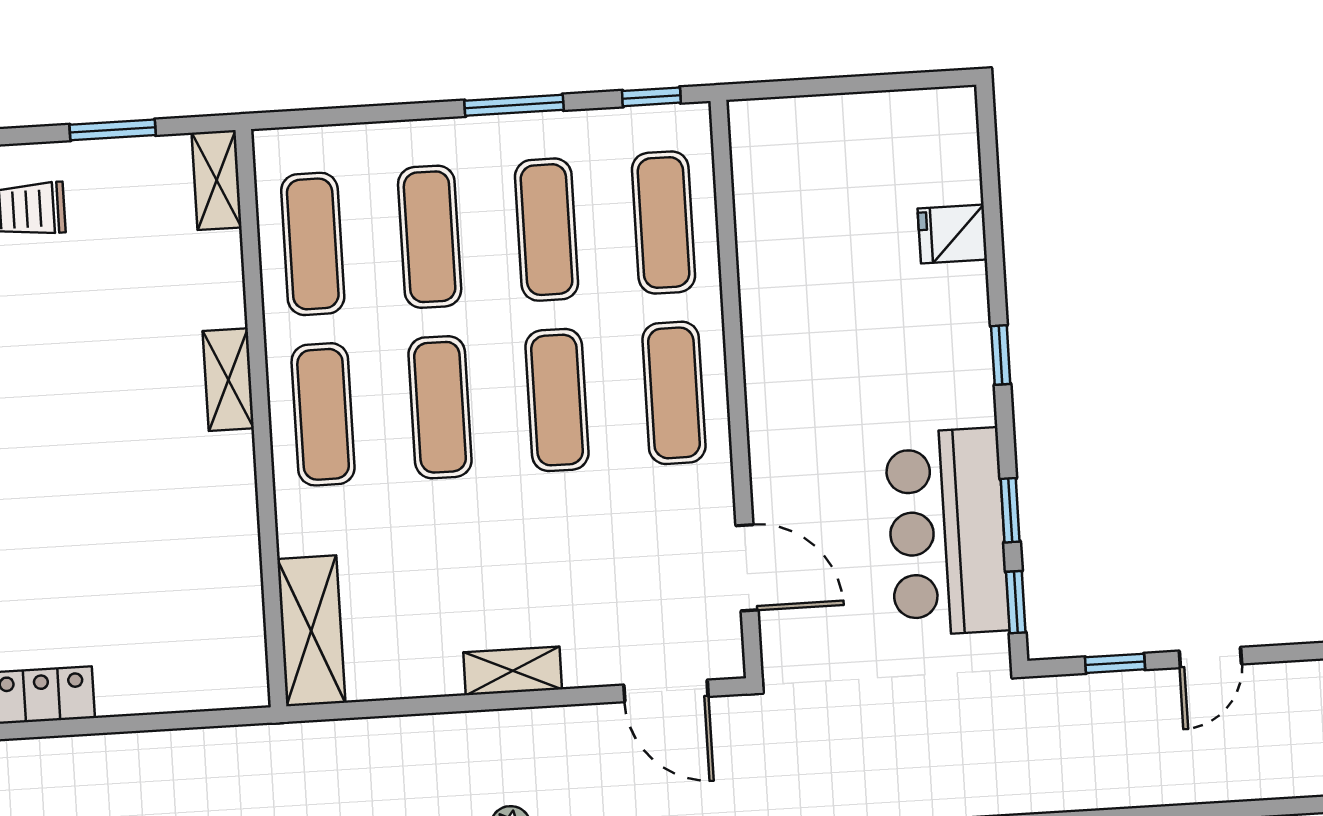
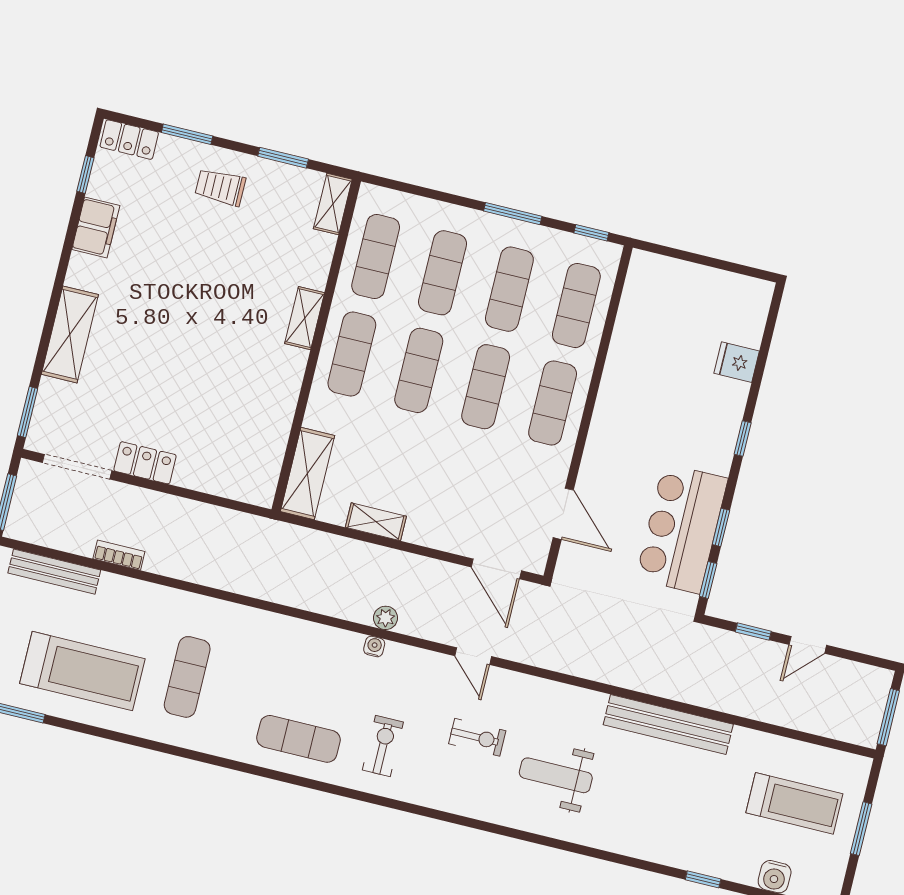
shelving: (513, 671) -> (376, 522), moved

